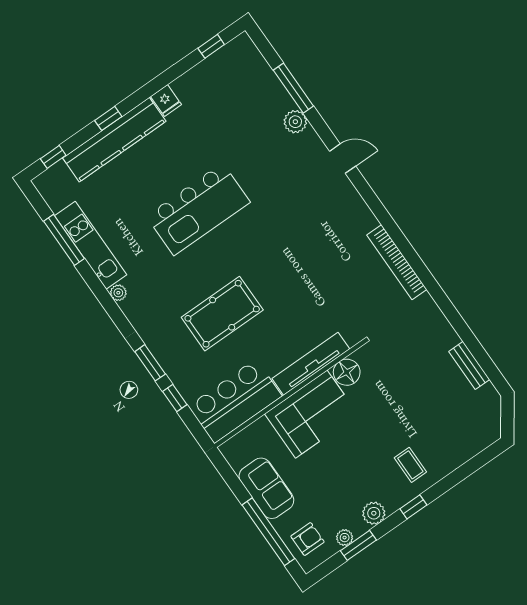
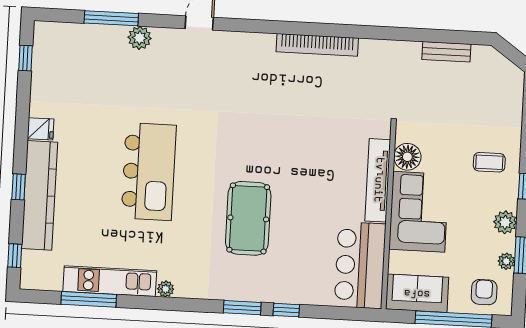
tv unit: (311, 364) -> (378, 180), moved
floor lamp: (347, 372) -> (407, 157), moved
wall: (290, 393) -> (389, 216), moved
bar counter: (235, 401) -> (360, 265), moved
corner sofa: (311, 414) -> (419, 212), moved

